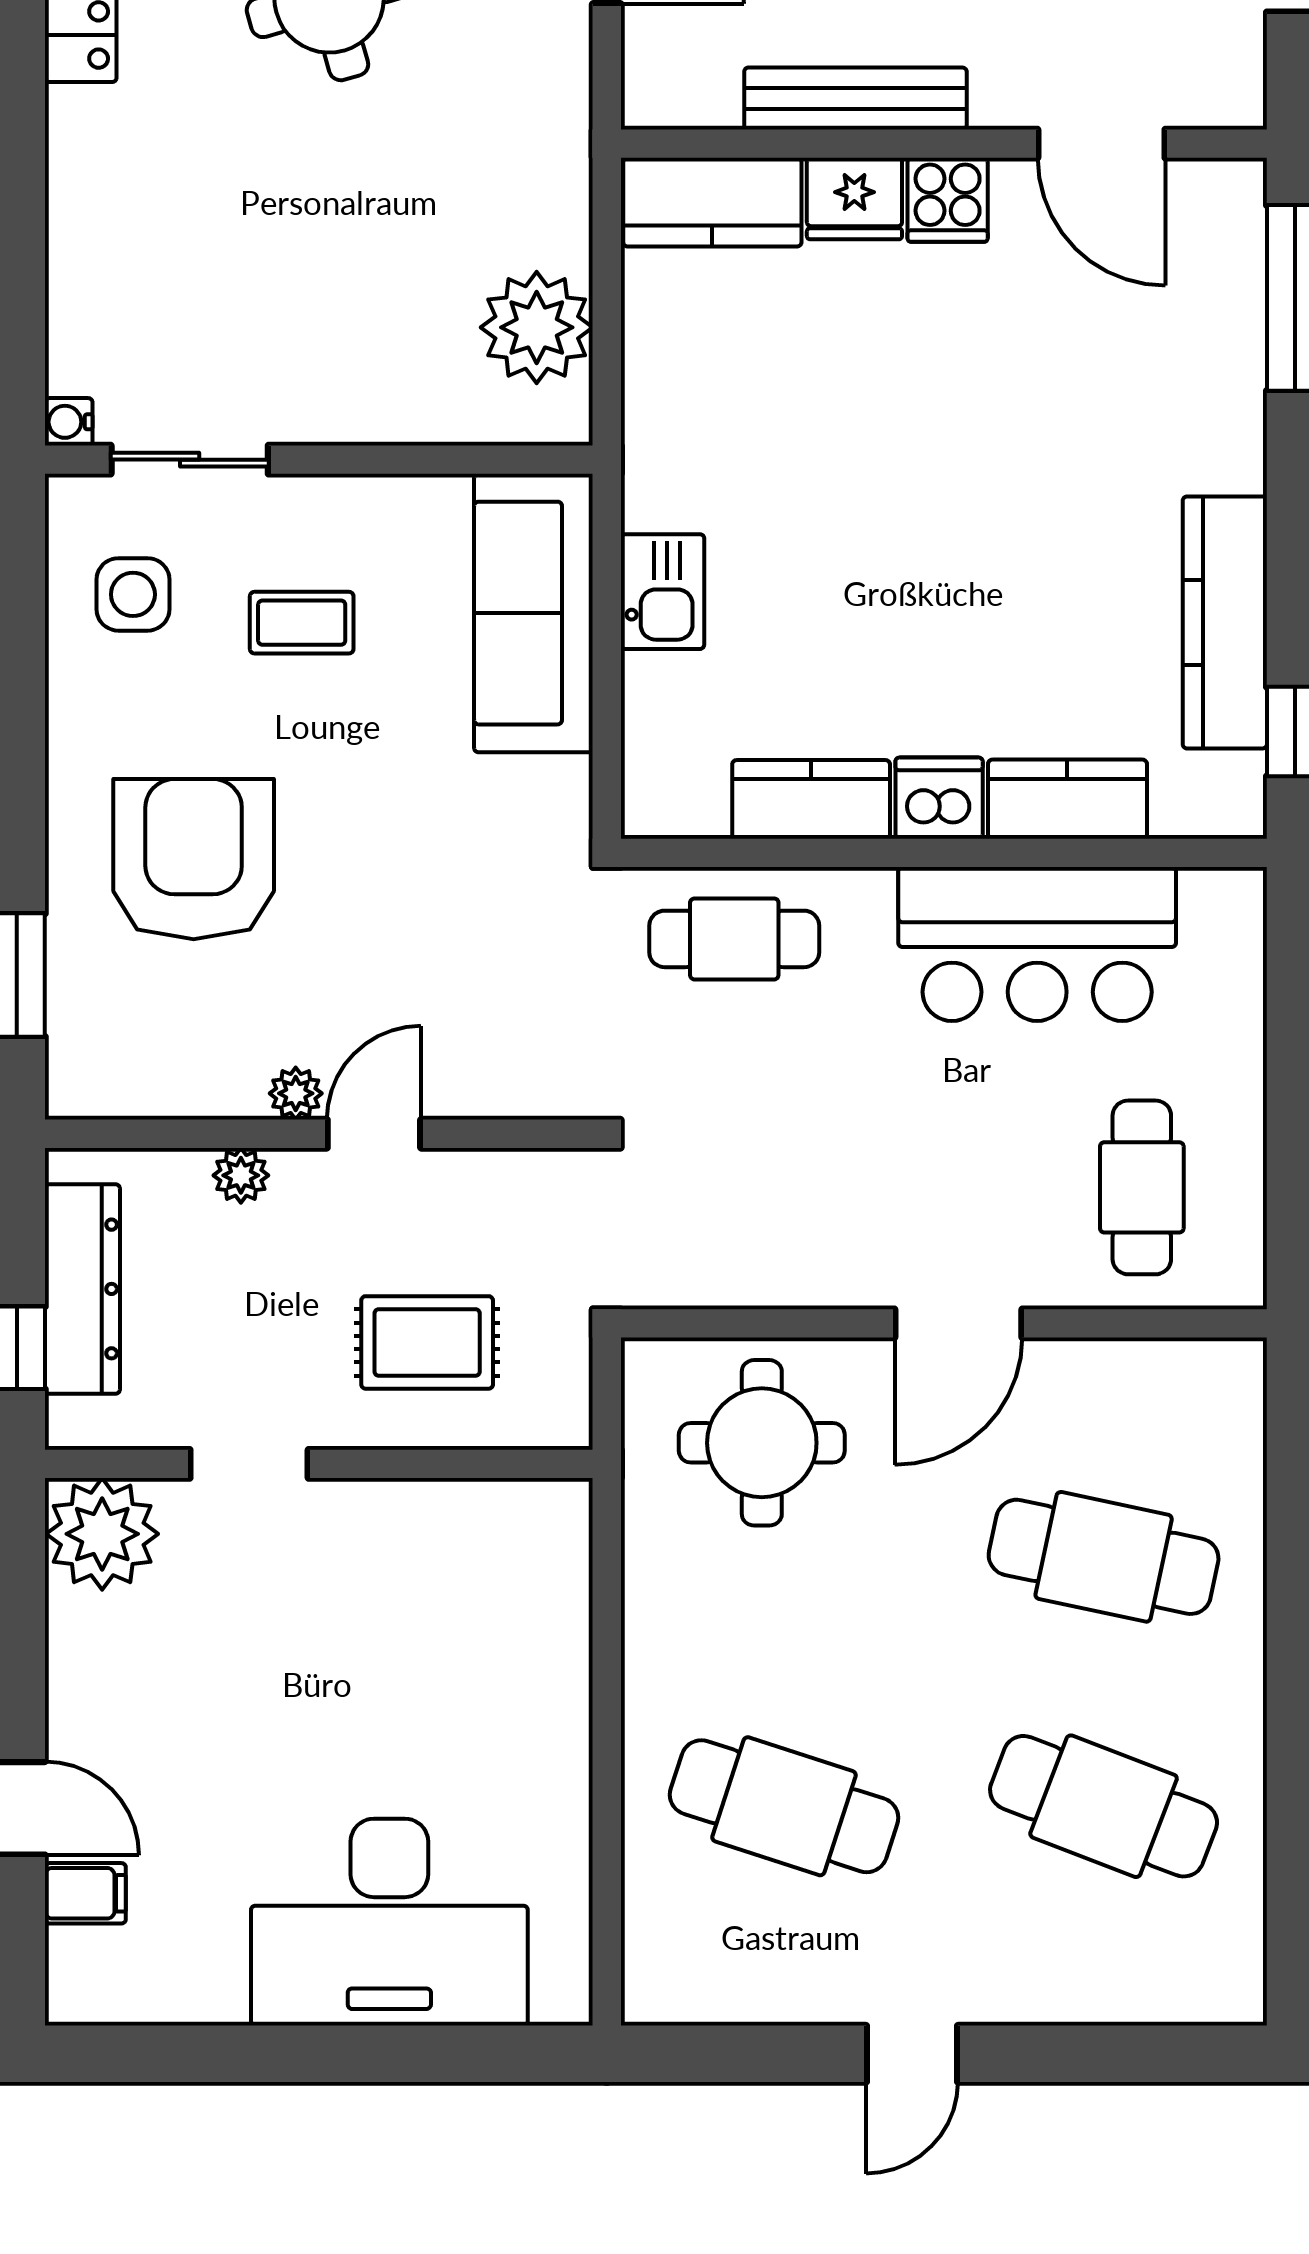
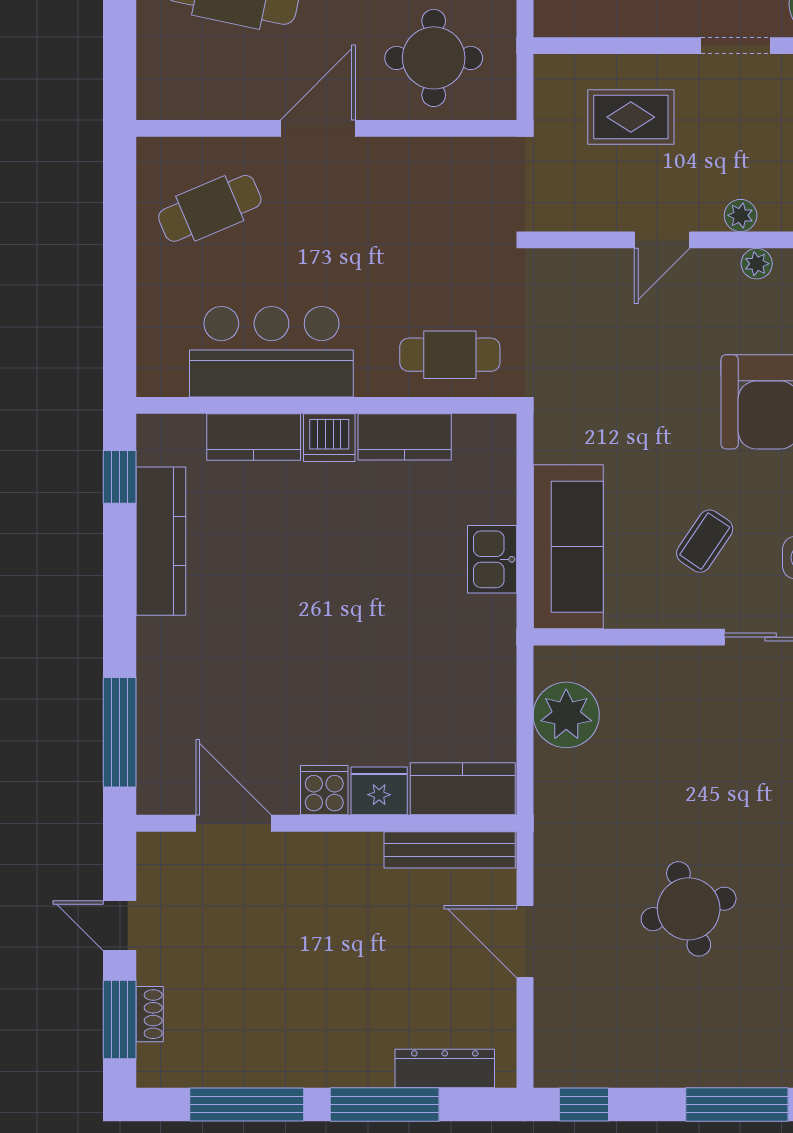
bench: (855, 98) -> (450, 850), moved
coffee table: (302, 623) -> (705, 541), turned -56
plant: (296, 1093) -> (757, 264), moved
cafe table: (1142, 1187) -> (210, 208), turned 67

